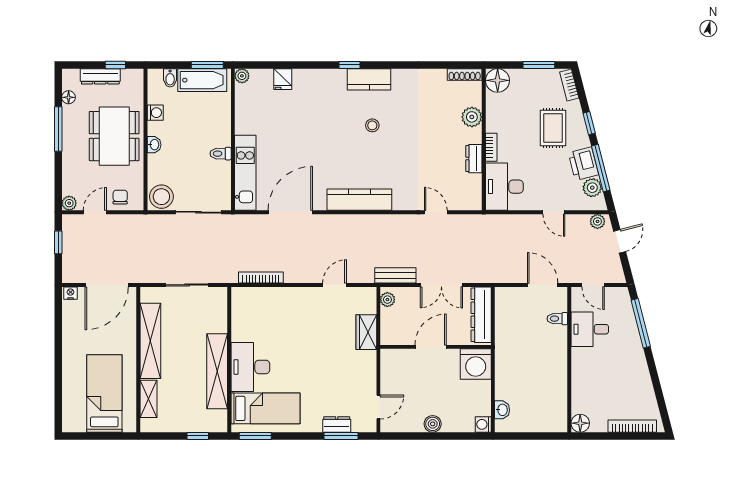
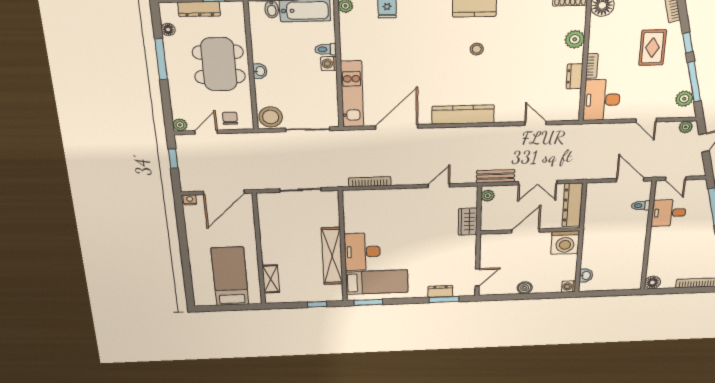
washing machine: (155, 113) -> (329, 64), moved, turned 180
toilet: (221, 154) -> (326, 49), moved
printer: (583, 164) -> (678, 78), removed
shelving: (150, 341) -> (269, 235), removed

